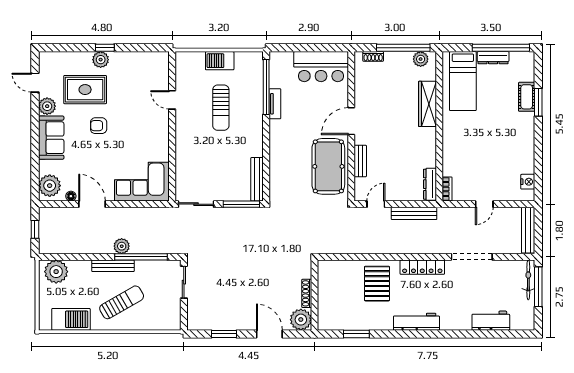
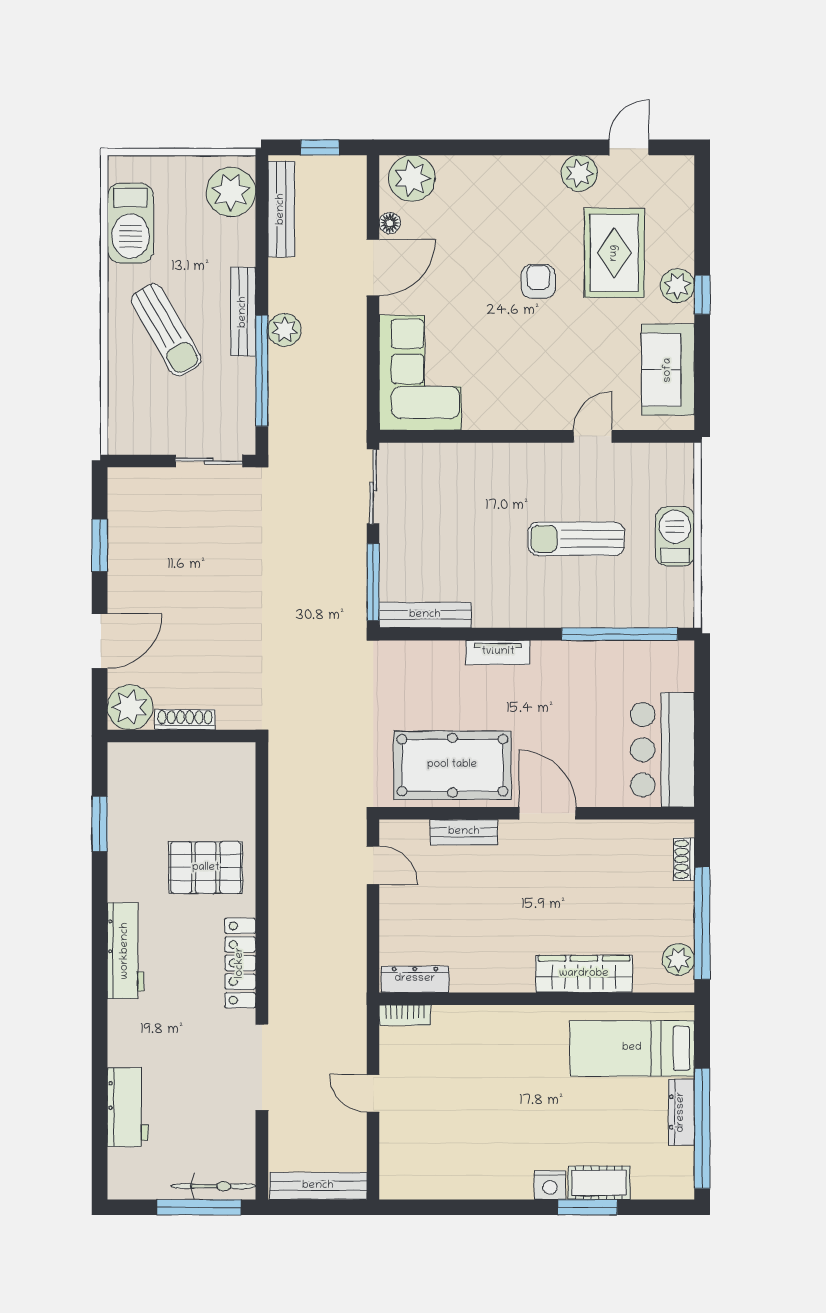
tv unit: (275, 104) -> (498, 652), moved
sofa: (51, 138) -> (668, 370), moved, turned 90
nightstand: (528, 182) -> (550, 1185), moved
bench: (414, 213) -> (281, 209), moved

